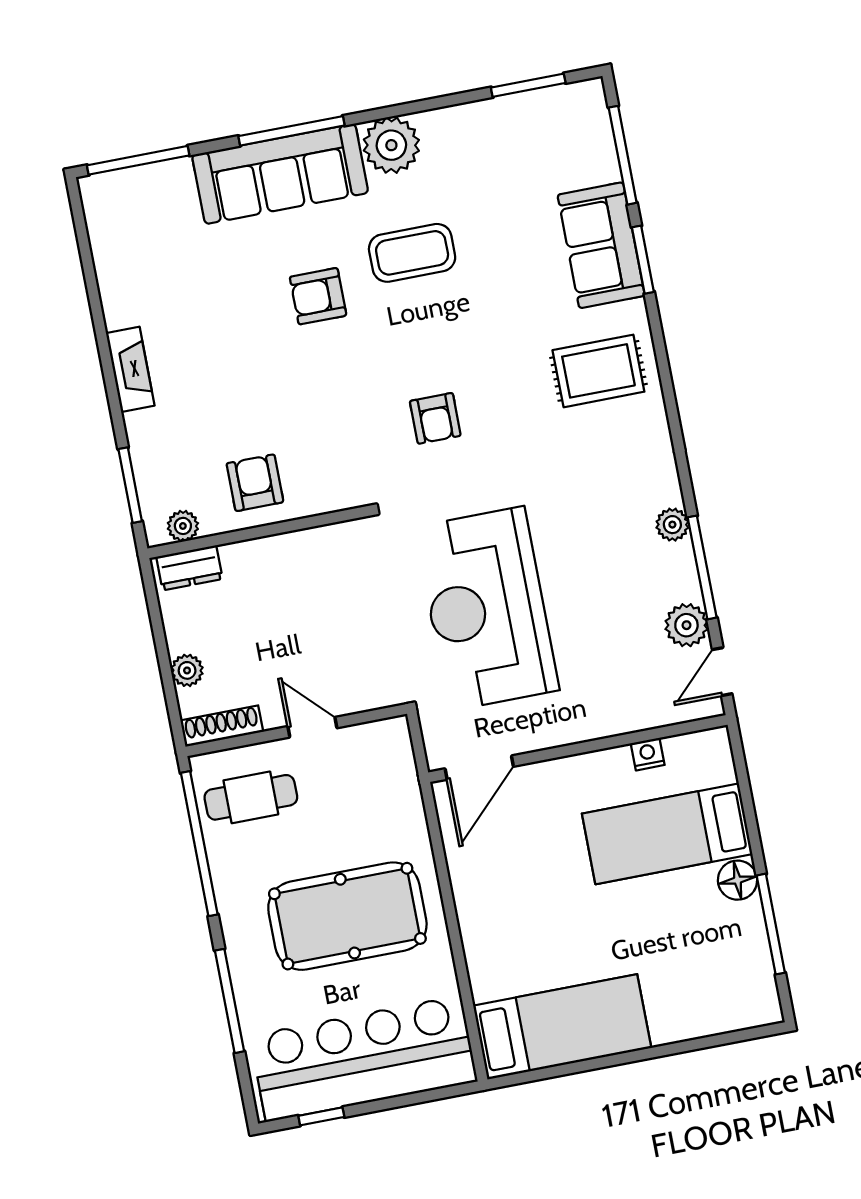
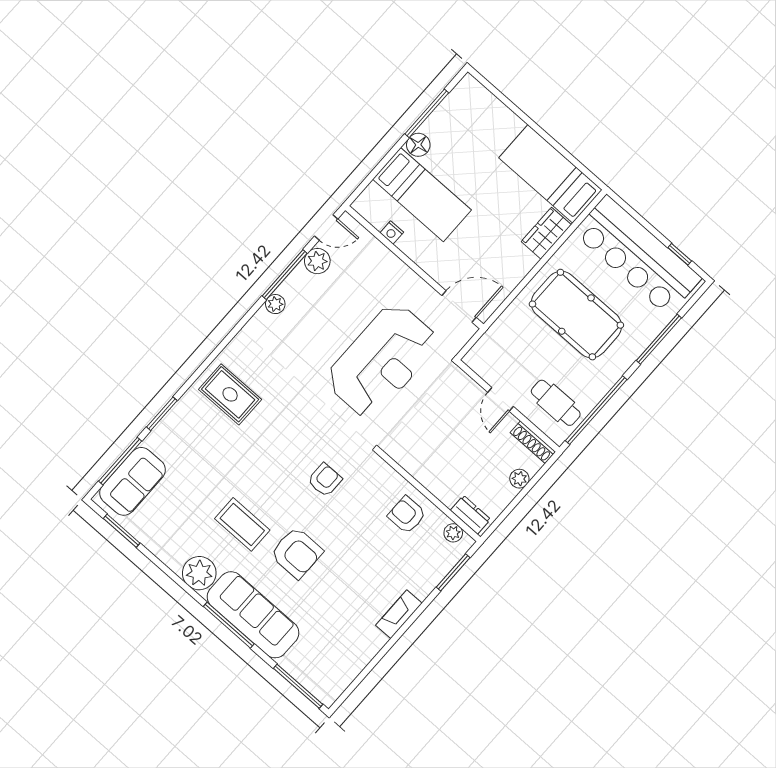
sofa: (601, 245) -> (133, 481), moved
armchair: (318, 296) -> (297, 553), width x1.38, depth x1.38
armchair: (435, 418) -> (325, 480), moved
armchair: (255, 483) -> (407, 515), turned 90
wardrobe: (487, 960) -> (546, 233), added

